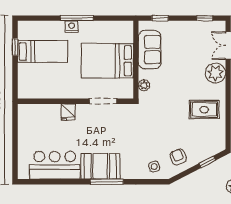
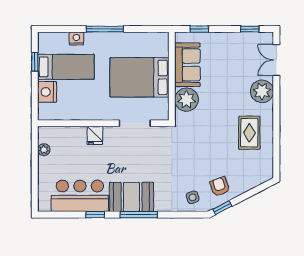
nightstand: (72, 27) -> (76, 39), moved
nightstand: (26, 74) -> (47, 92), added
plant: (144, 85) -> (186, 100), width x1.88, depth x1.88
rug: (204, 110) -> (249, 133), turned 90
plant: (23, 125) -> (44, 150), added
window: (207, 162) -> (222, 208), moved
window: (68, 182) -> (95, 215), added

